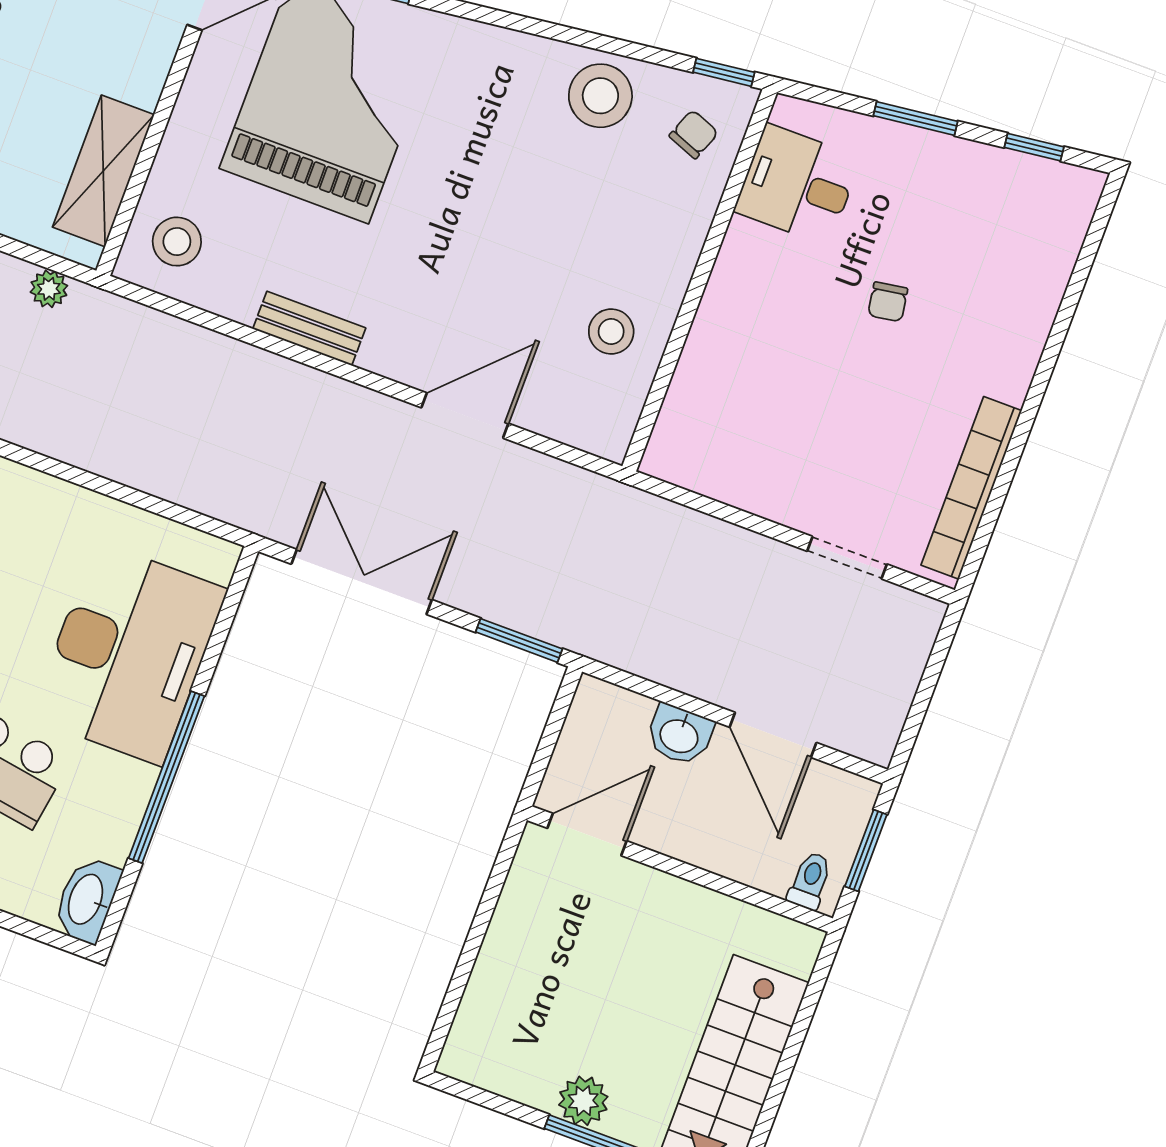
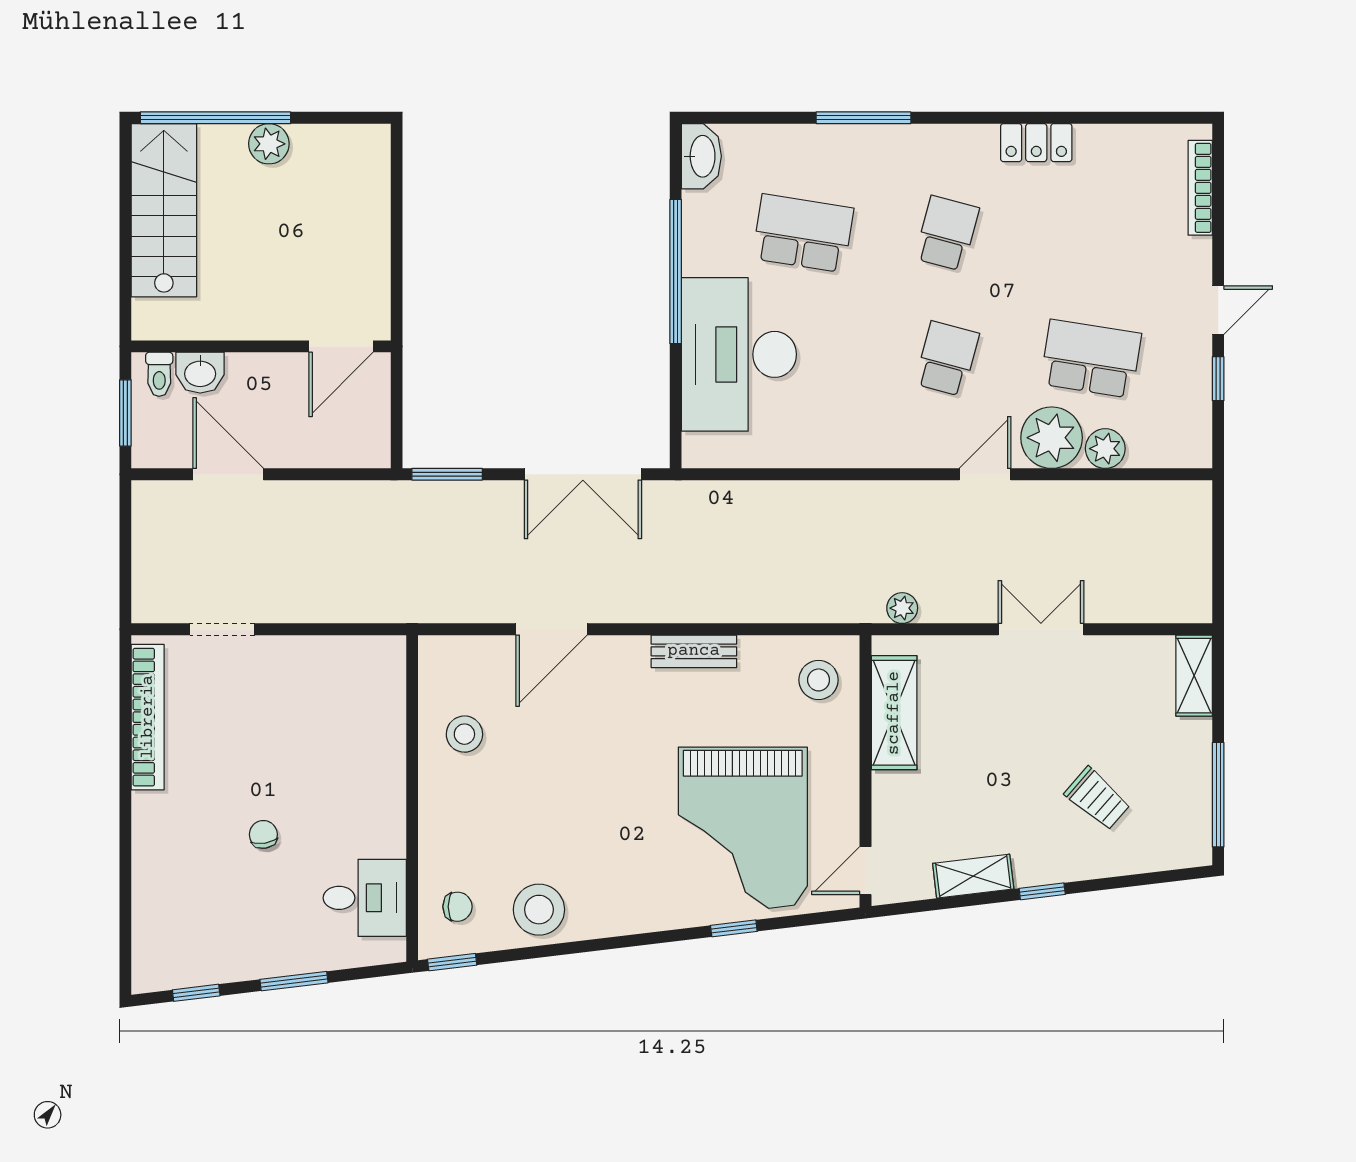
chair: (694, 134) -> (457, 907), turned -111
washbasin: (680, 735) -> (200, 373), moved, turned 180

